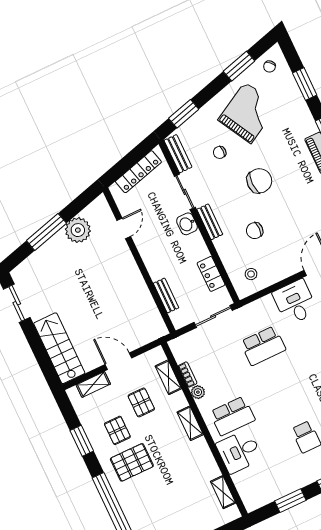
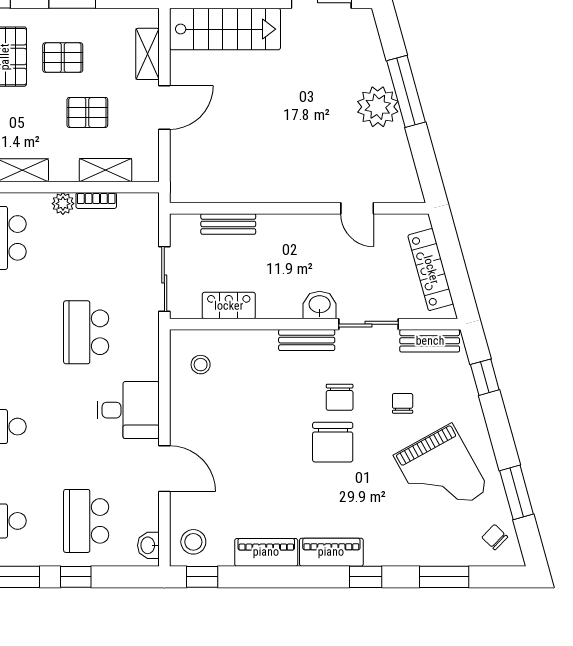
window: (184, 114) -> (485, 377), width x0.67
plant: (78, 230) -> (378, 107), moved
chair: (255, 231) -> (340, 397), moved, turned 180

